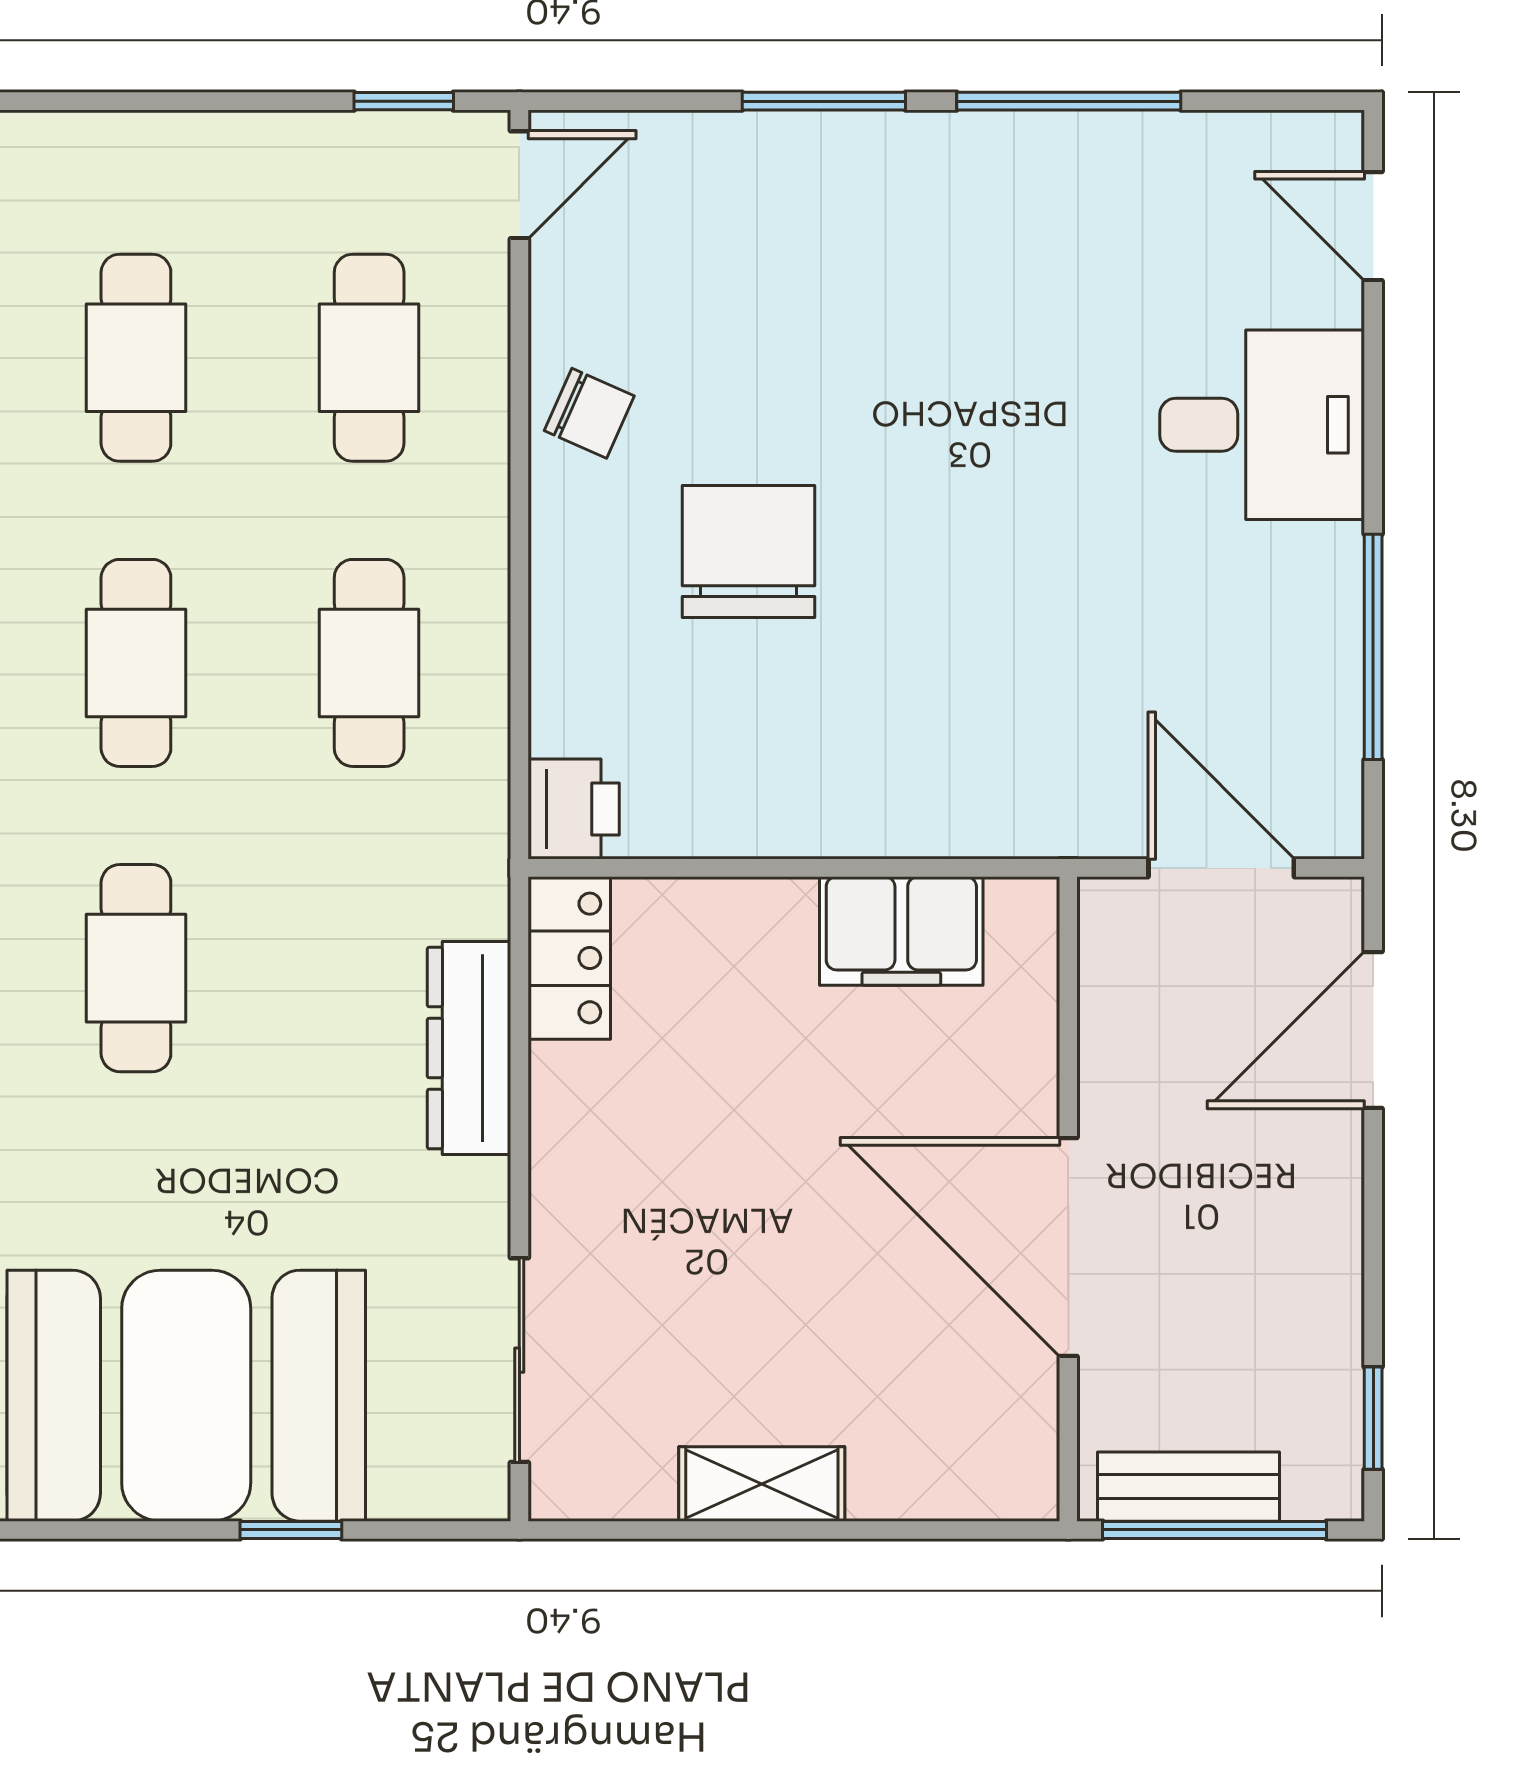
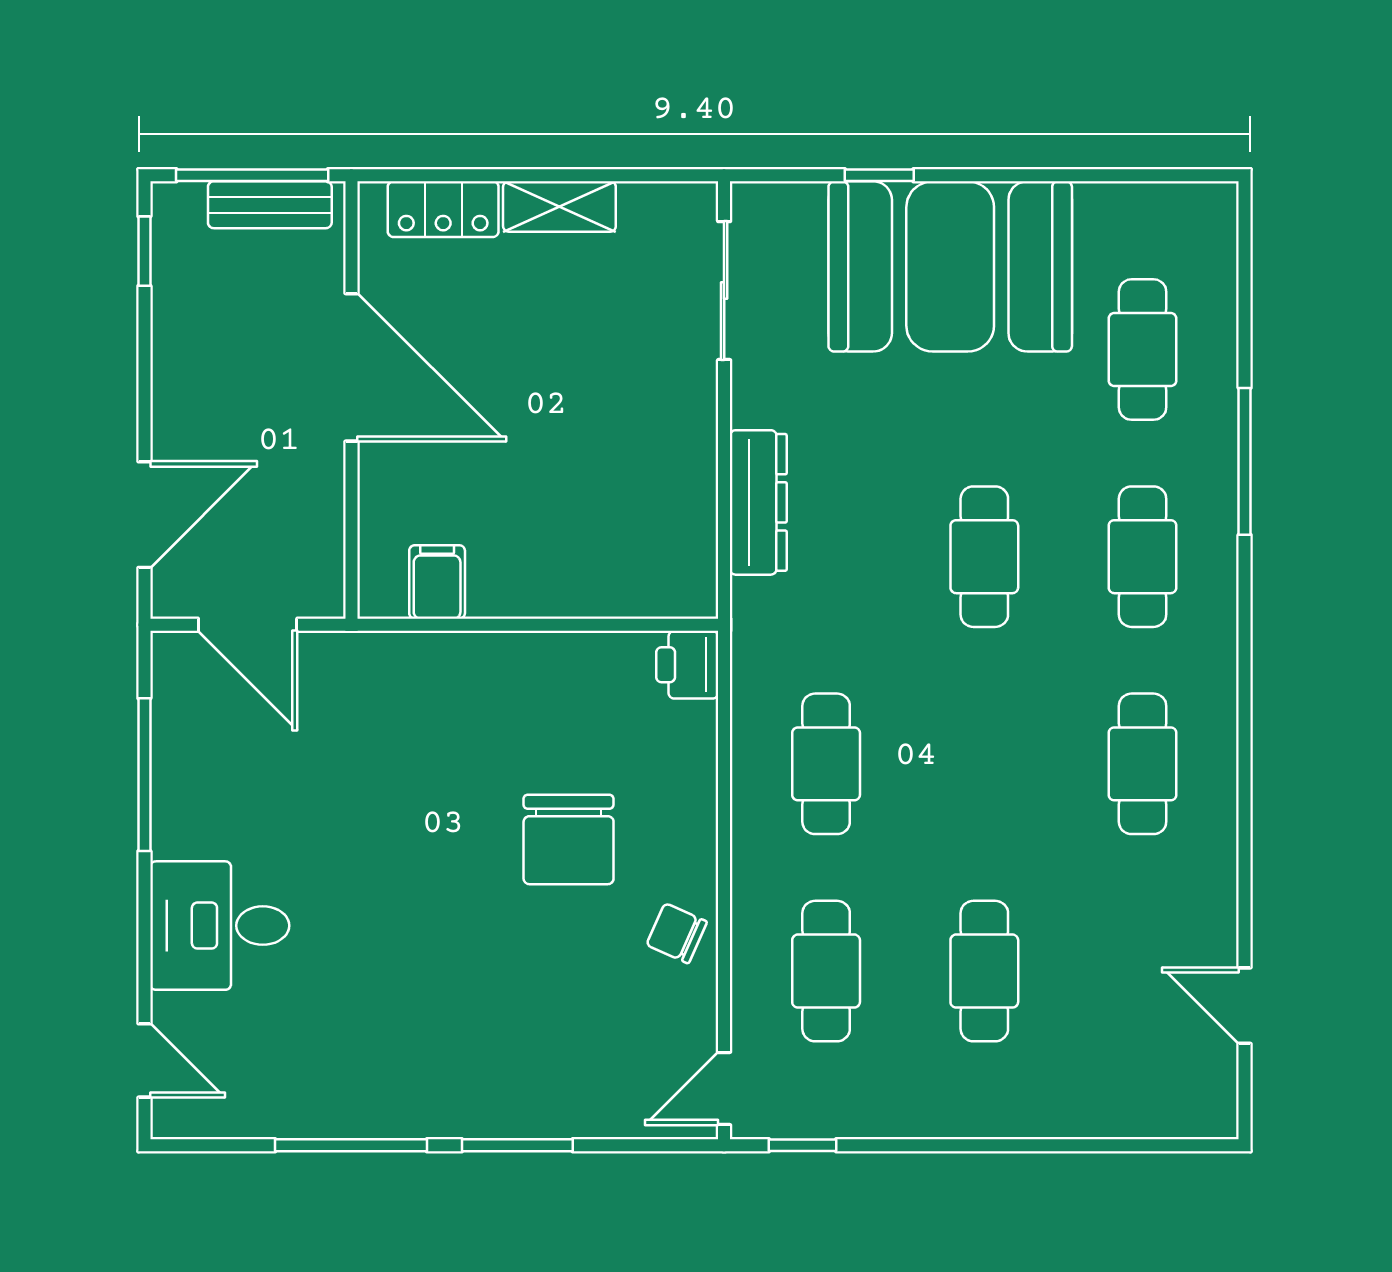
cafe table: (136, 663) -> (984, 764), removed
filing cabinet: (901, 931) -> (437, 582), width x0.50
locker: (569, 958) -> (443, 209), moved, turned -90

